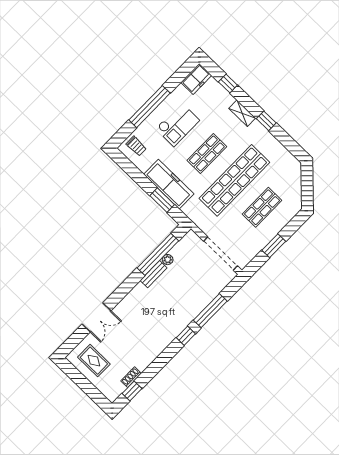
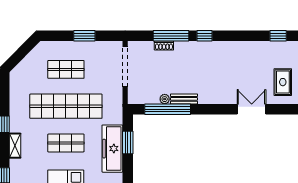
shoe rack: (131, 377) -> (164, 46), moved

